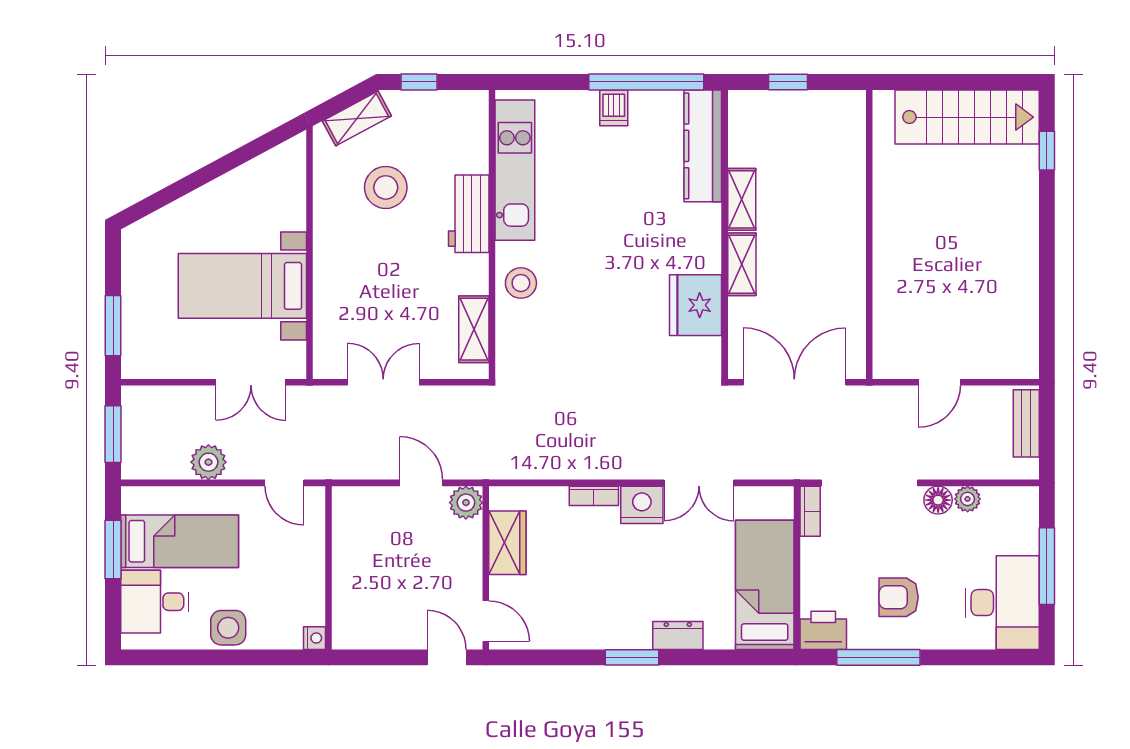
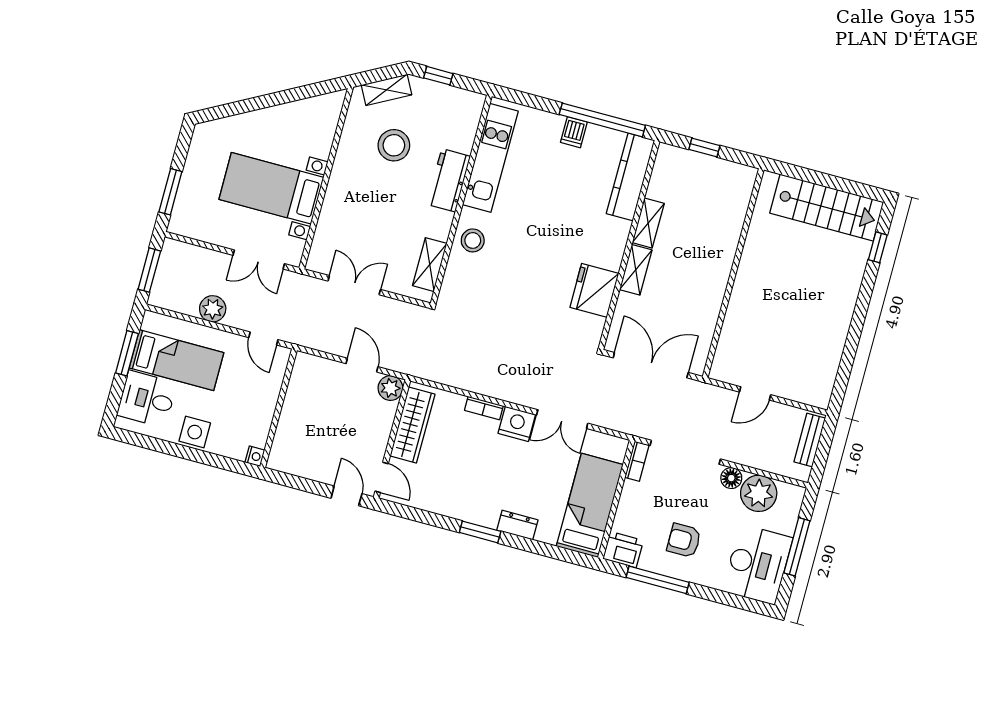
plant: (968, 499) -> (759, 493), width x1.87, depth x1.87
wardrobe: (507, 543) -> (412, 425), width x1.50

